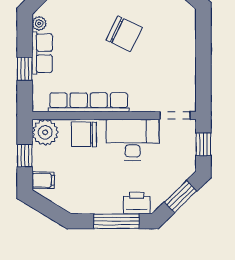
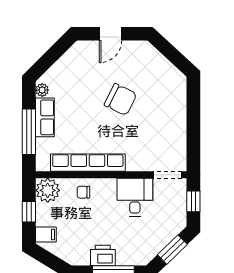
window: (25, 69) -> (29, 132), width x2.17
chair: (84, 134) -> (83, 192), width x0.54, depth x0.54
desk: (133, 140) -> (135, 197), width x0.73
printer: (137, 203) -> (103, 255), moved

